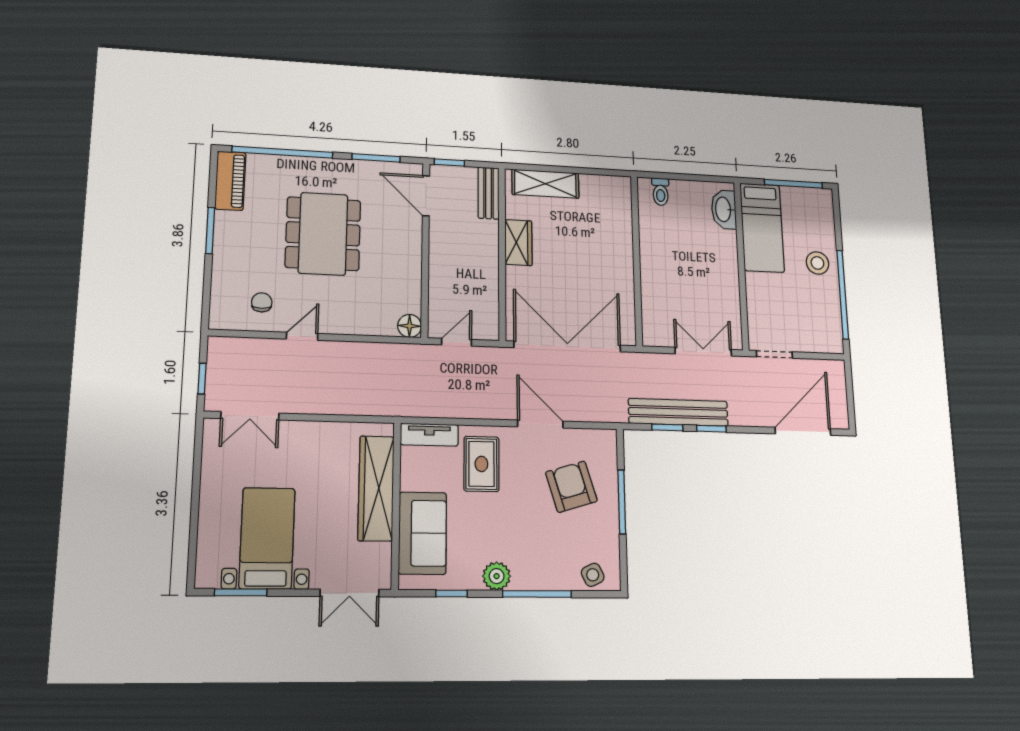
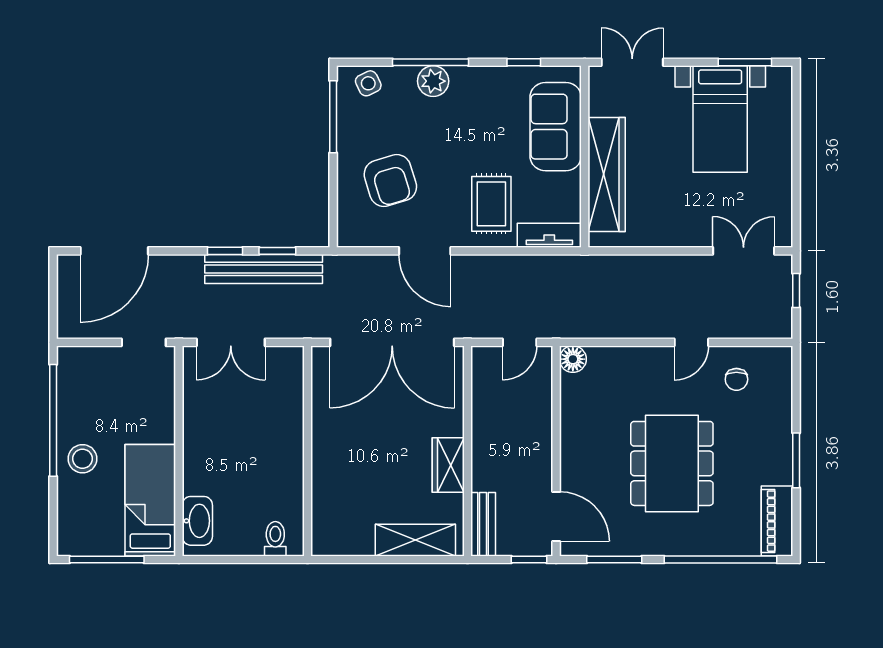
window: (622, 502) -> (333, 117), moved
plant: (497, 576) -> (433, 81), moved

